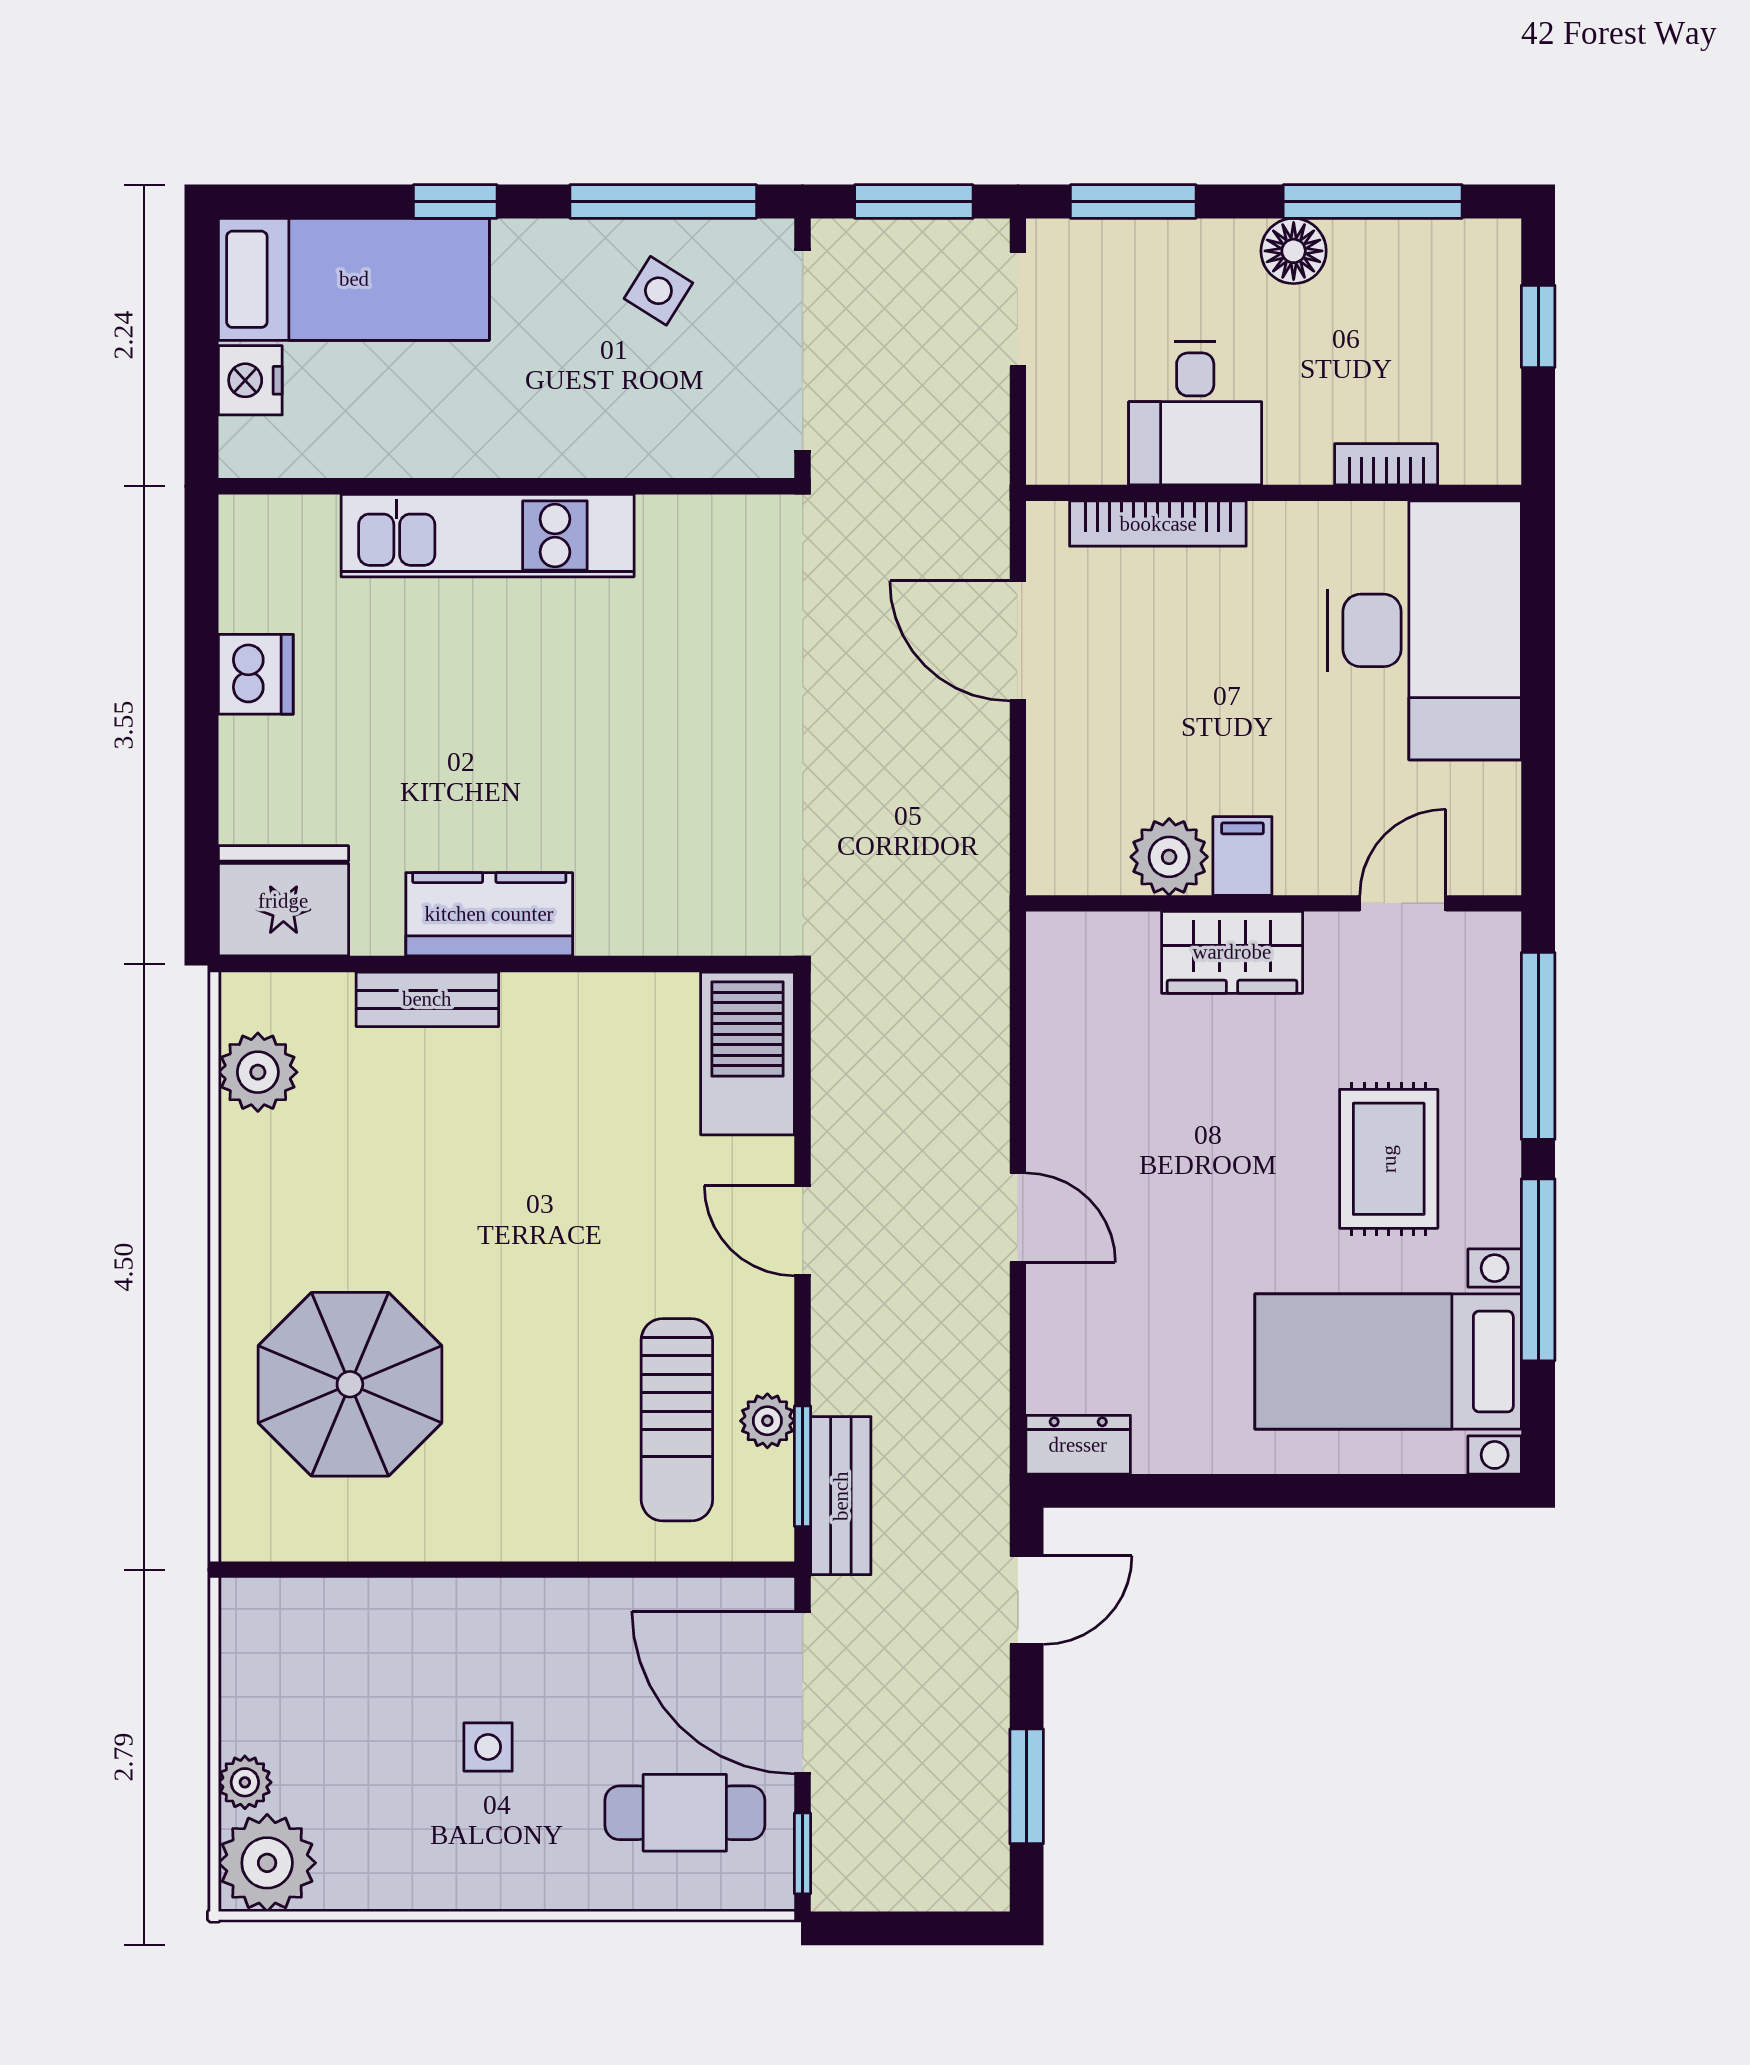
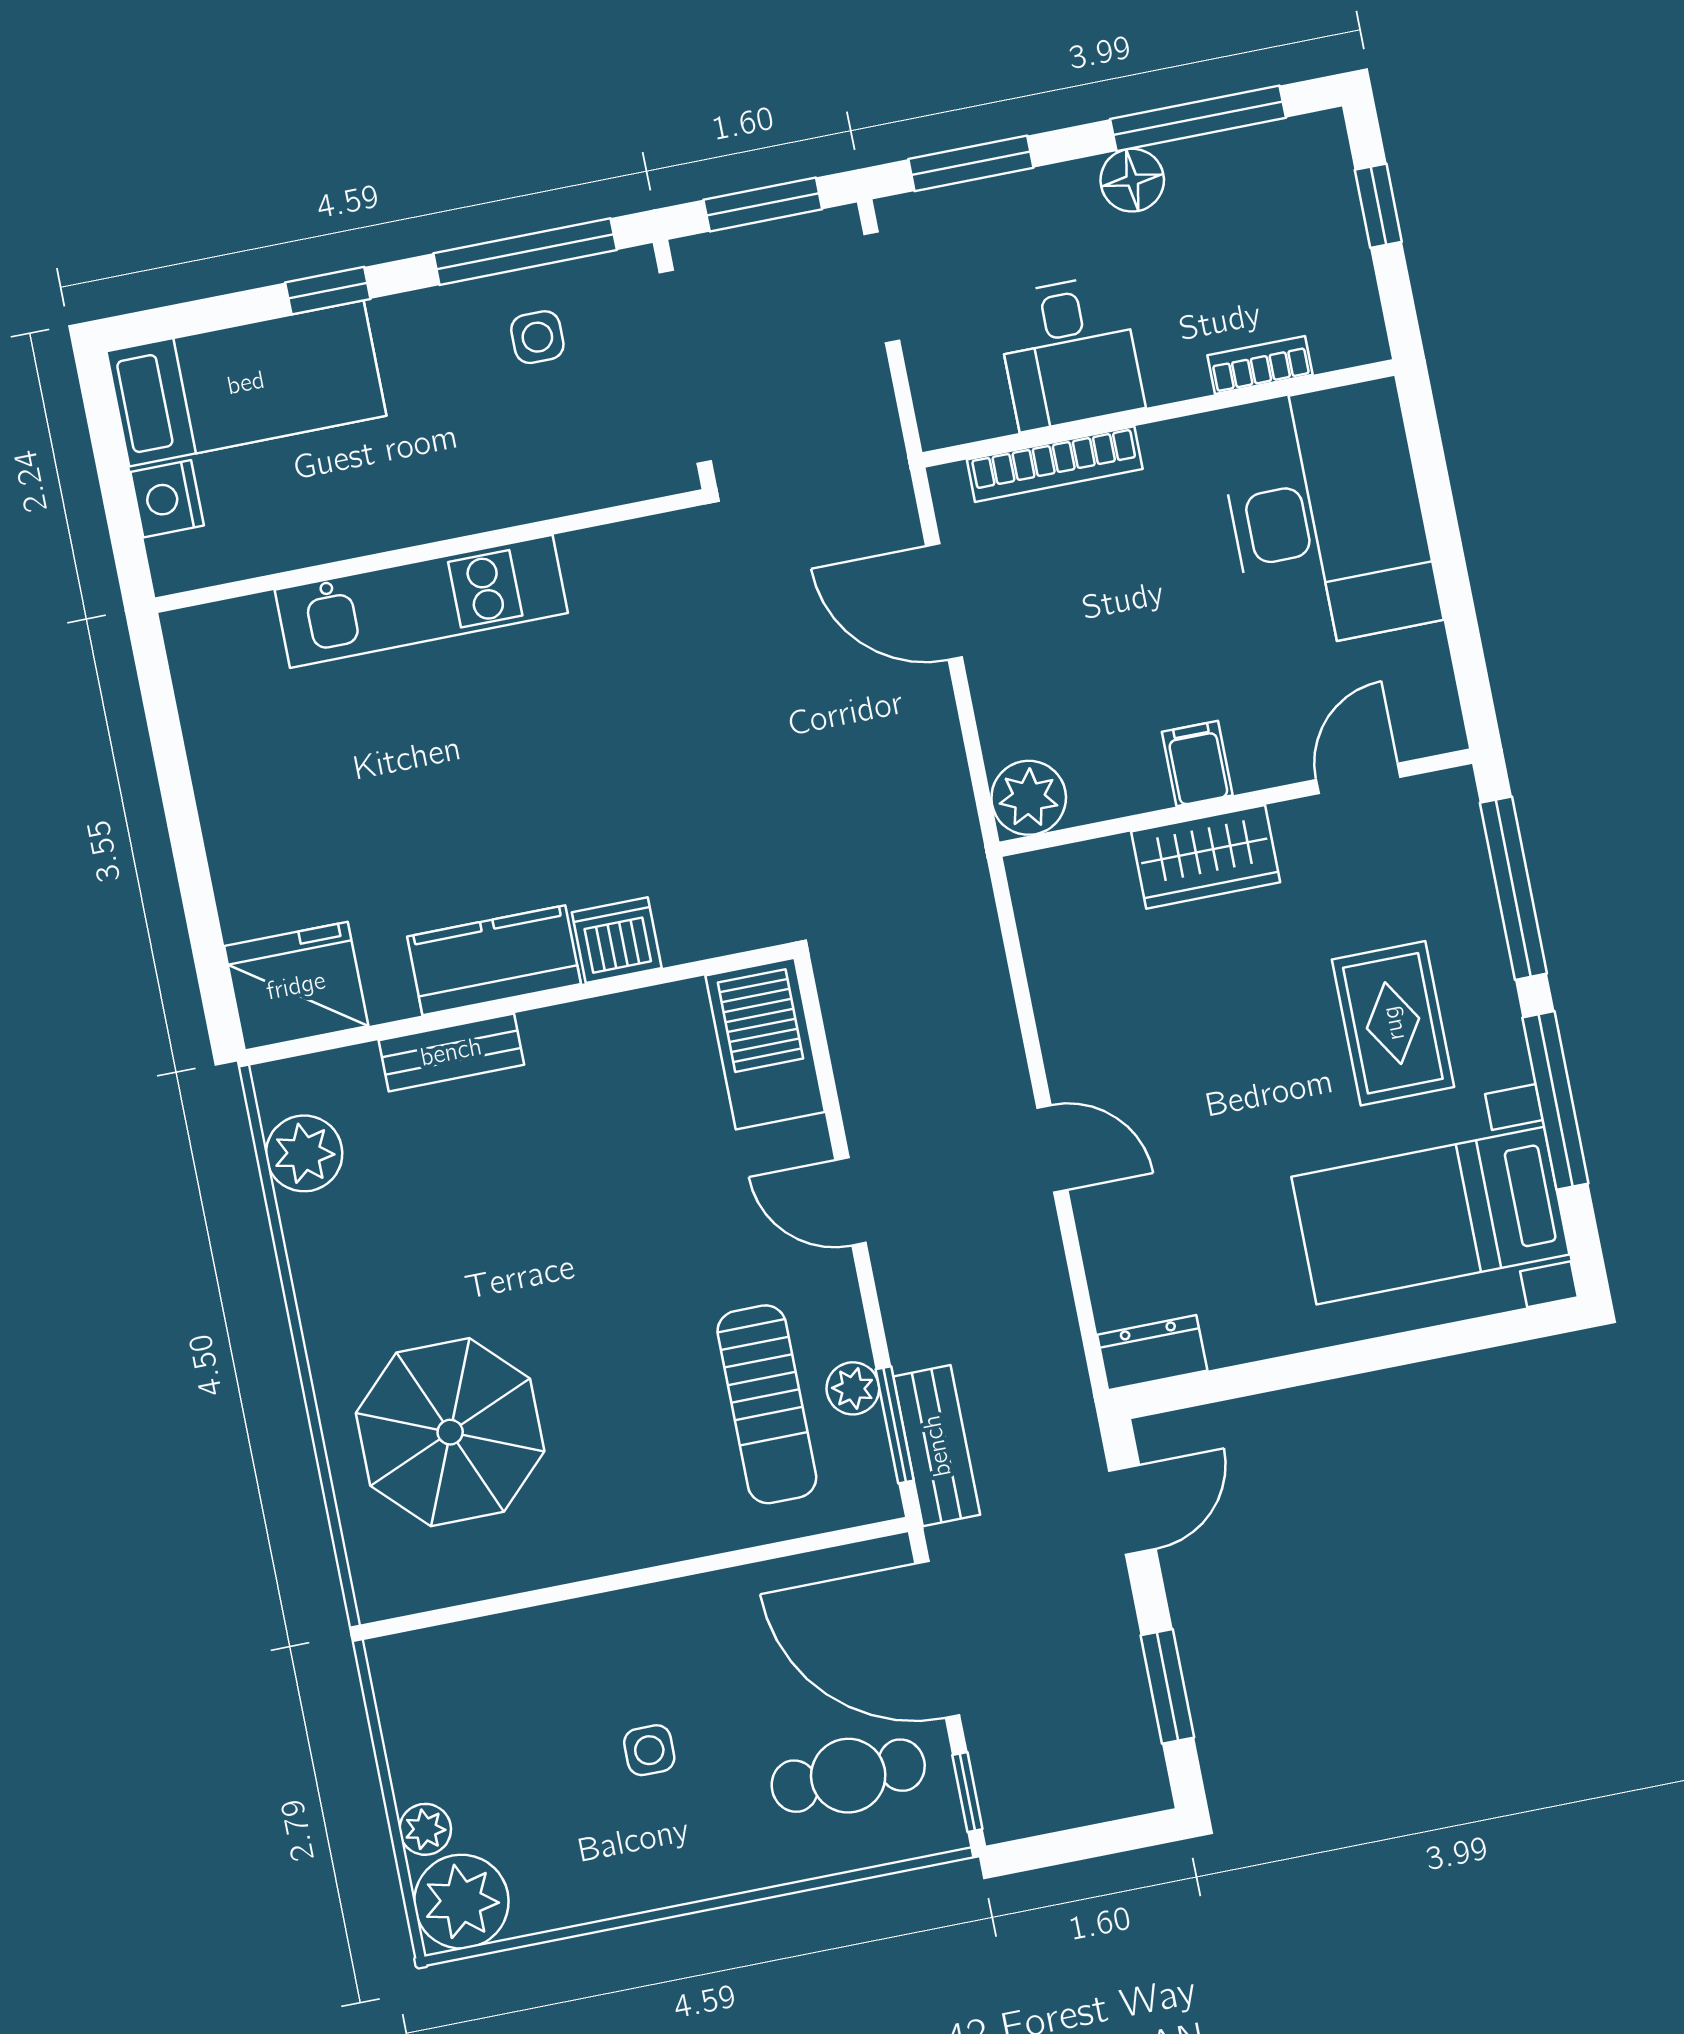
side table: (658, 291) -> (537, 337), turned -32
dishwasher: (256, 674) -> (617, 940), moved, turned -90
plant: (1169, 857) -> (1029, 798), moved

